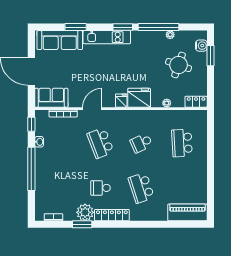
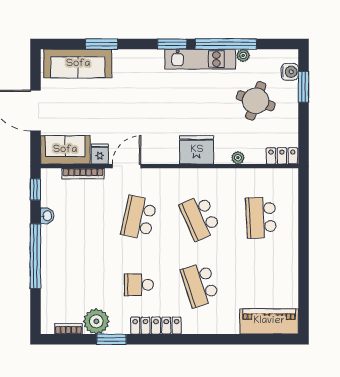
kitchen unit: (107, 37) -> (200, 59), moved
fridge: (121, 101) -> (100, 154), moved
school desk: (101, 143) -> (139, 218), turned 33
school desk: (141, 143) -> (200, 218), width x1.85
plant: (85, 212) -> (96, 321), moved

